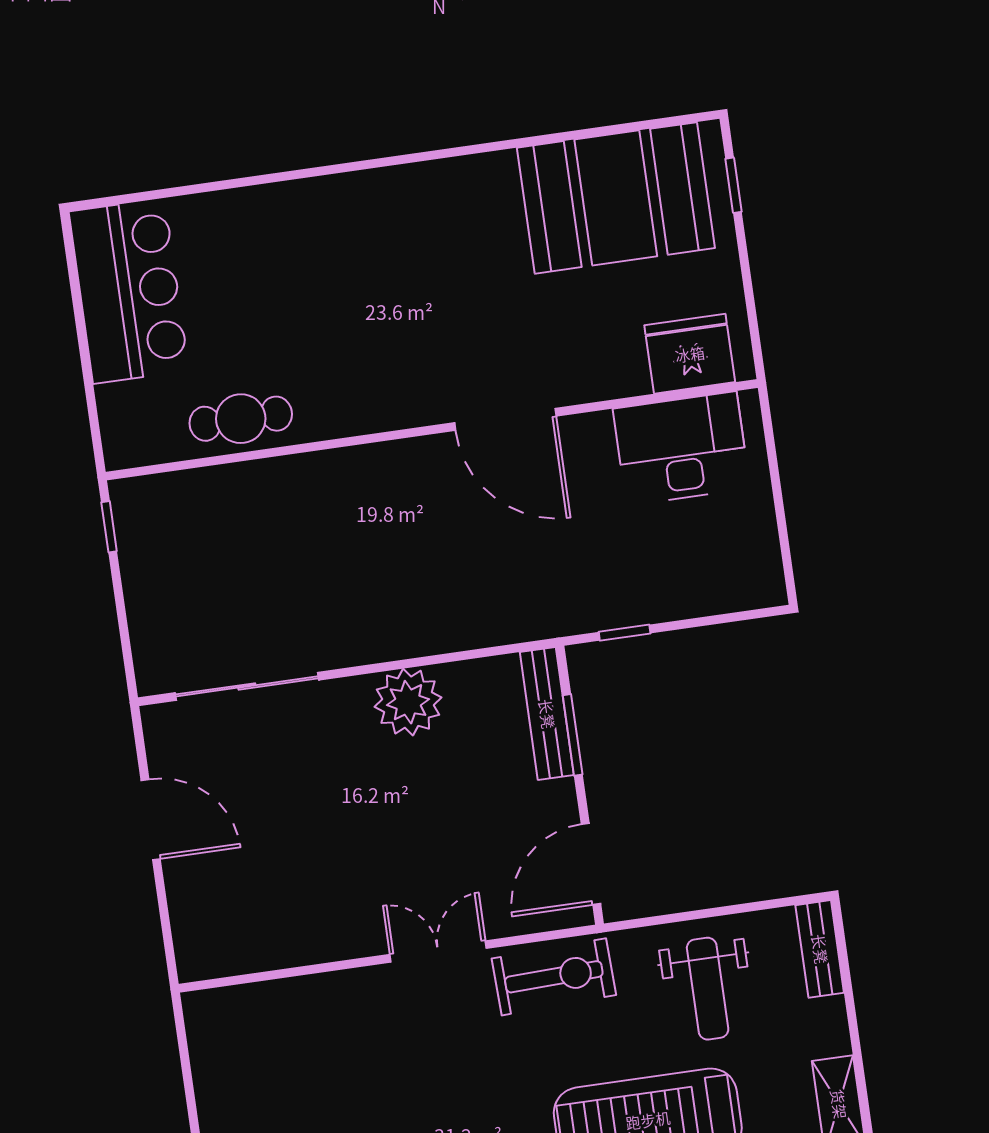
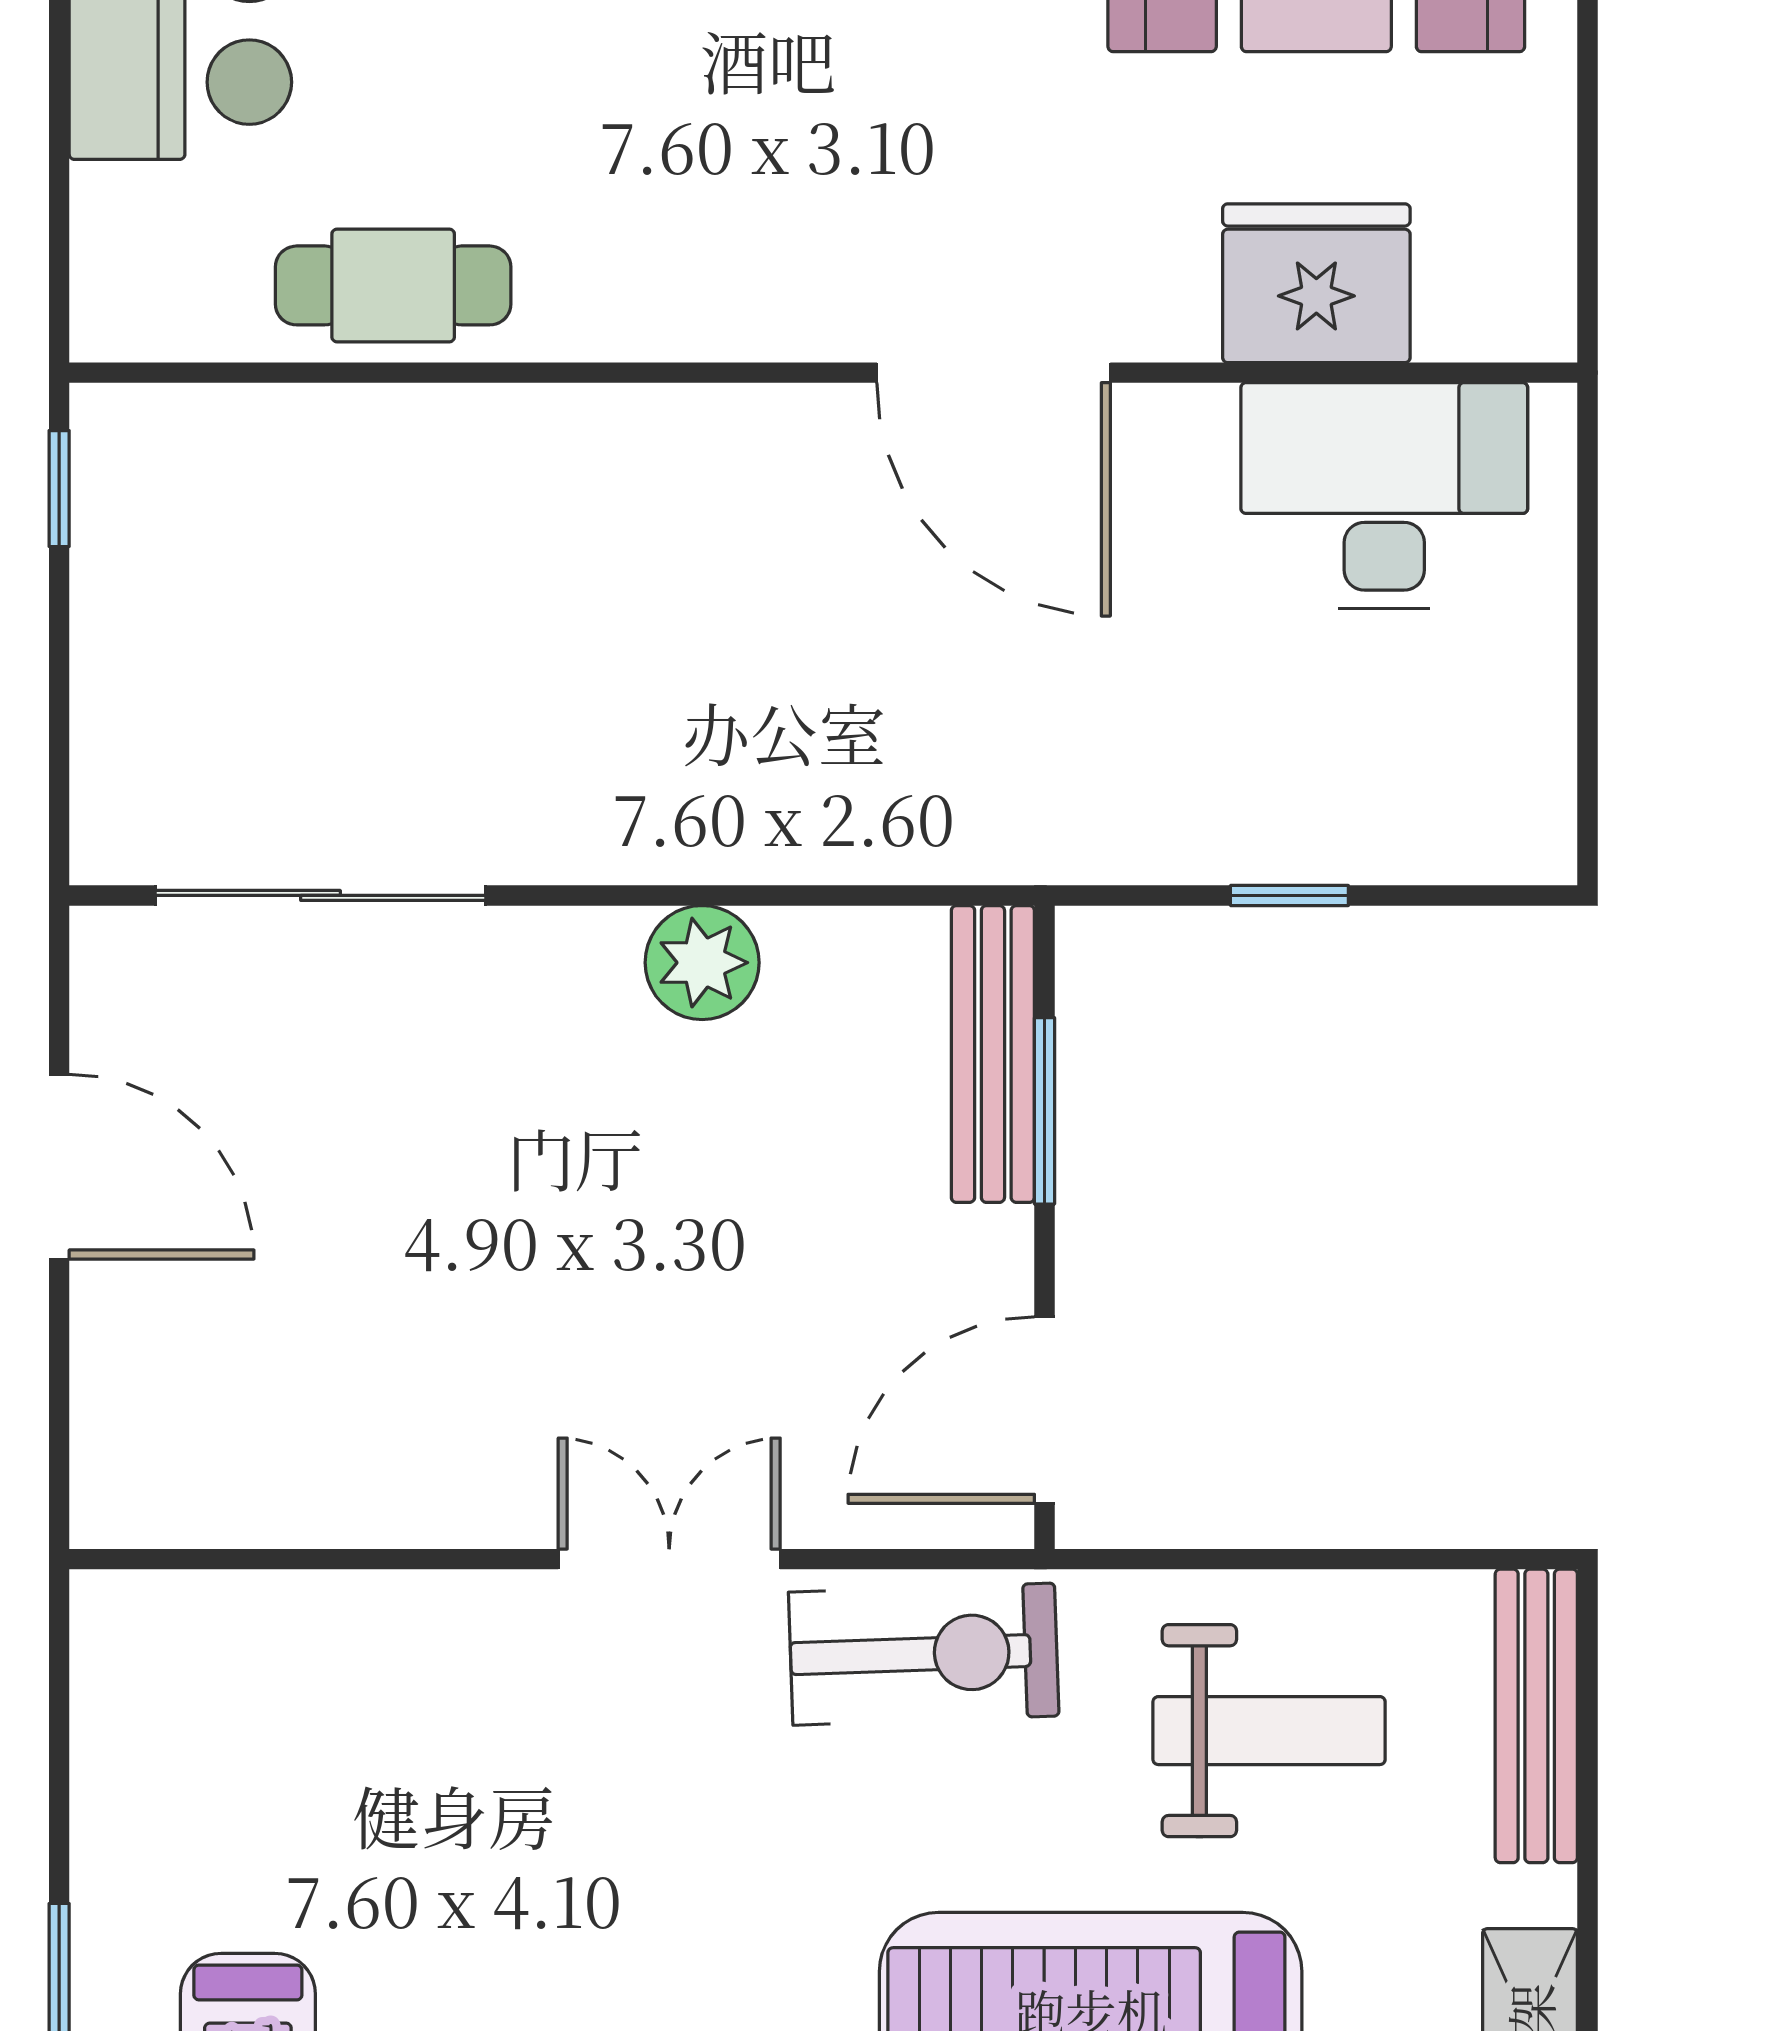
fridge: (690, 354) -> (1316, 283), moved
window: (625, 633) -> (1289, 895), moved
plant: (408, 702) -> (702, 963), width x0.73, depth x0.73
bench: (820, 949) -> (1536, 1716), width x1.36
weight bench: (708, 989) -> (1269, 1731), turned -90

